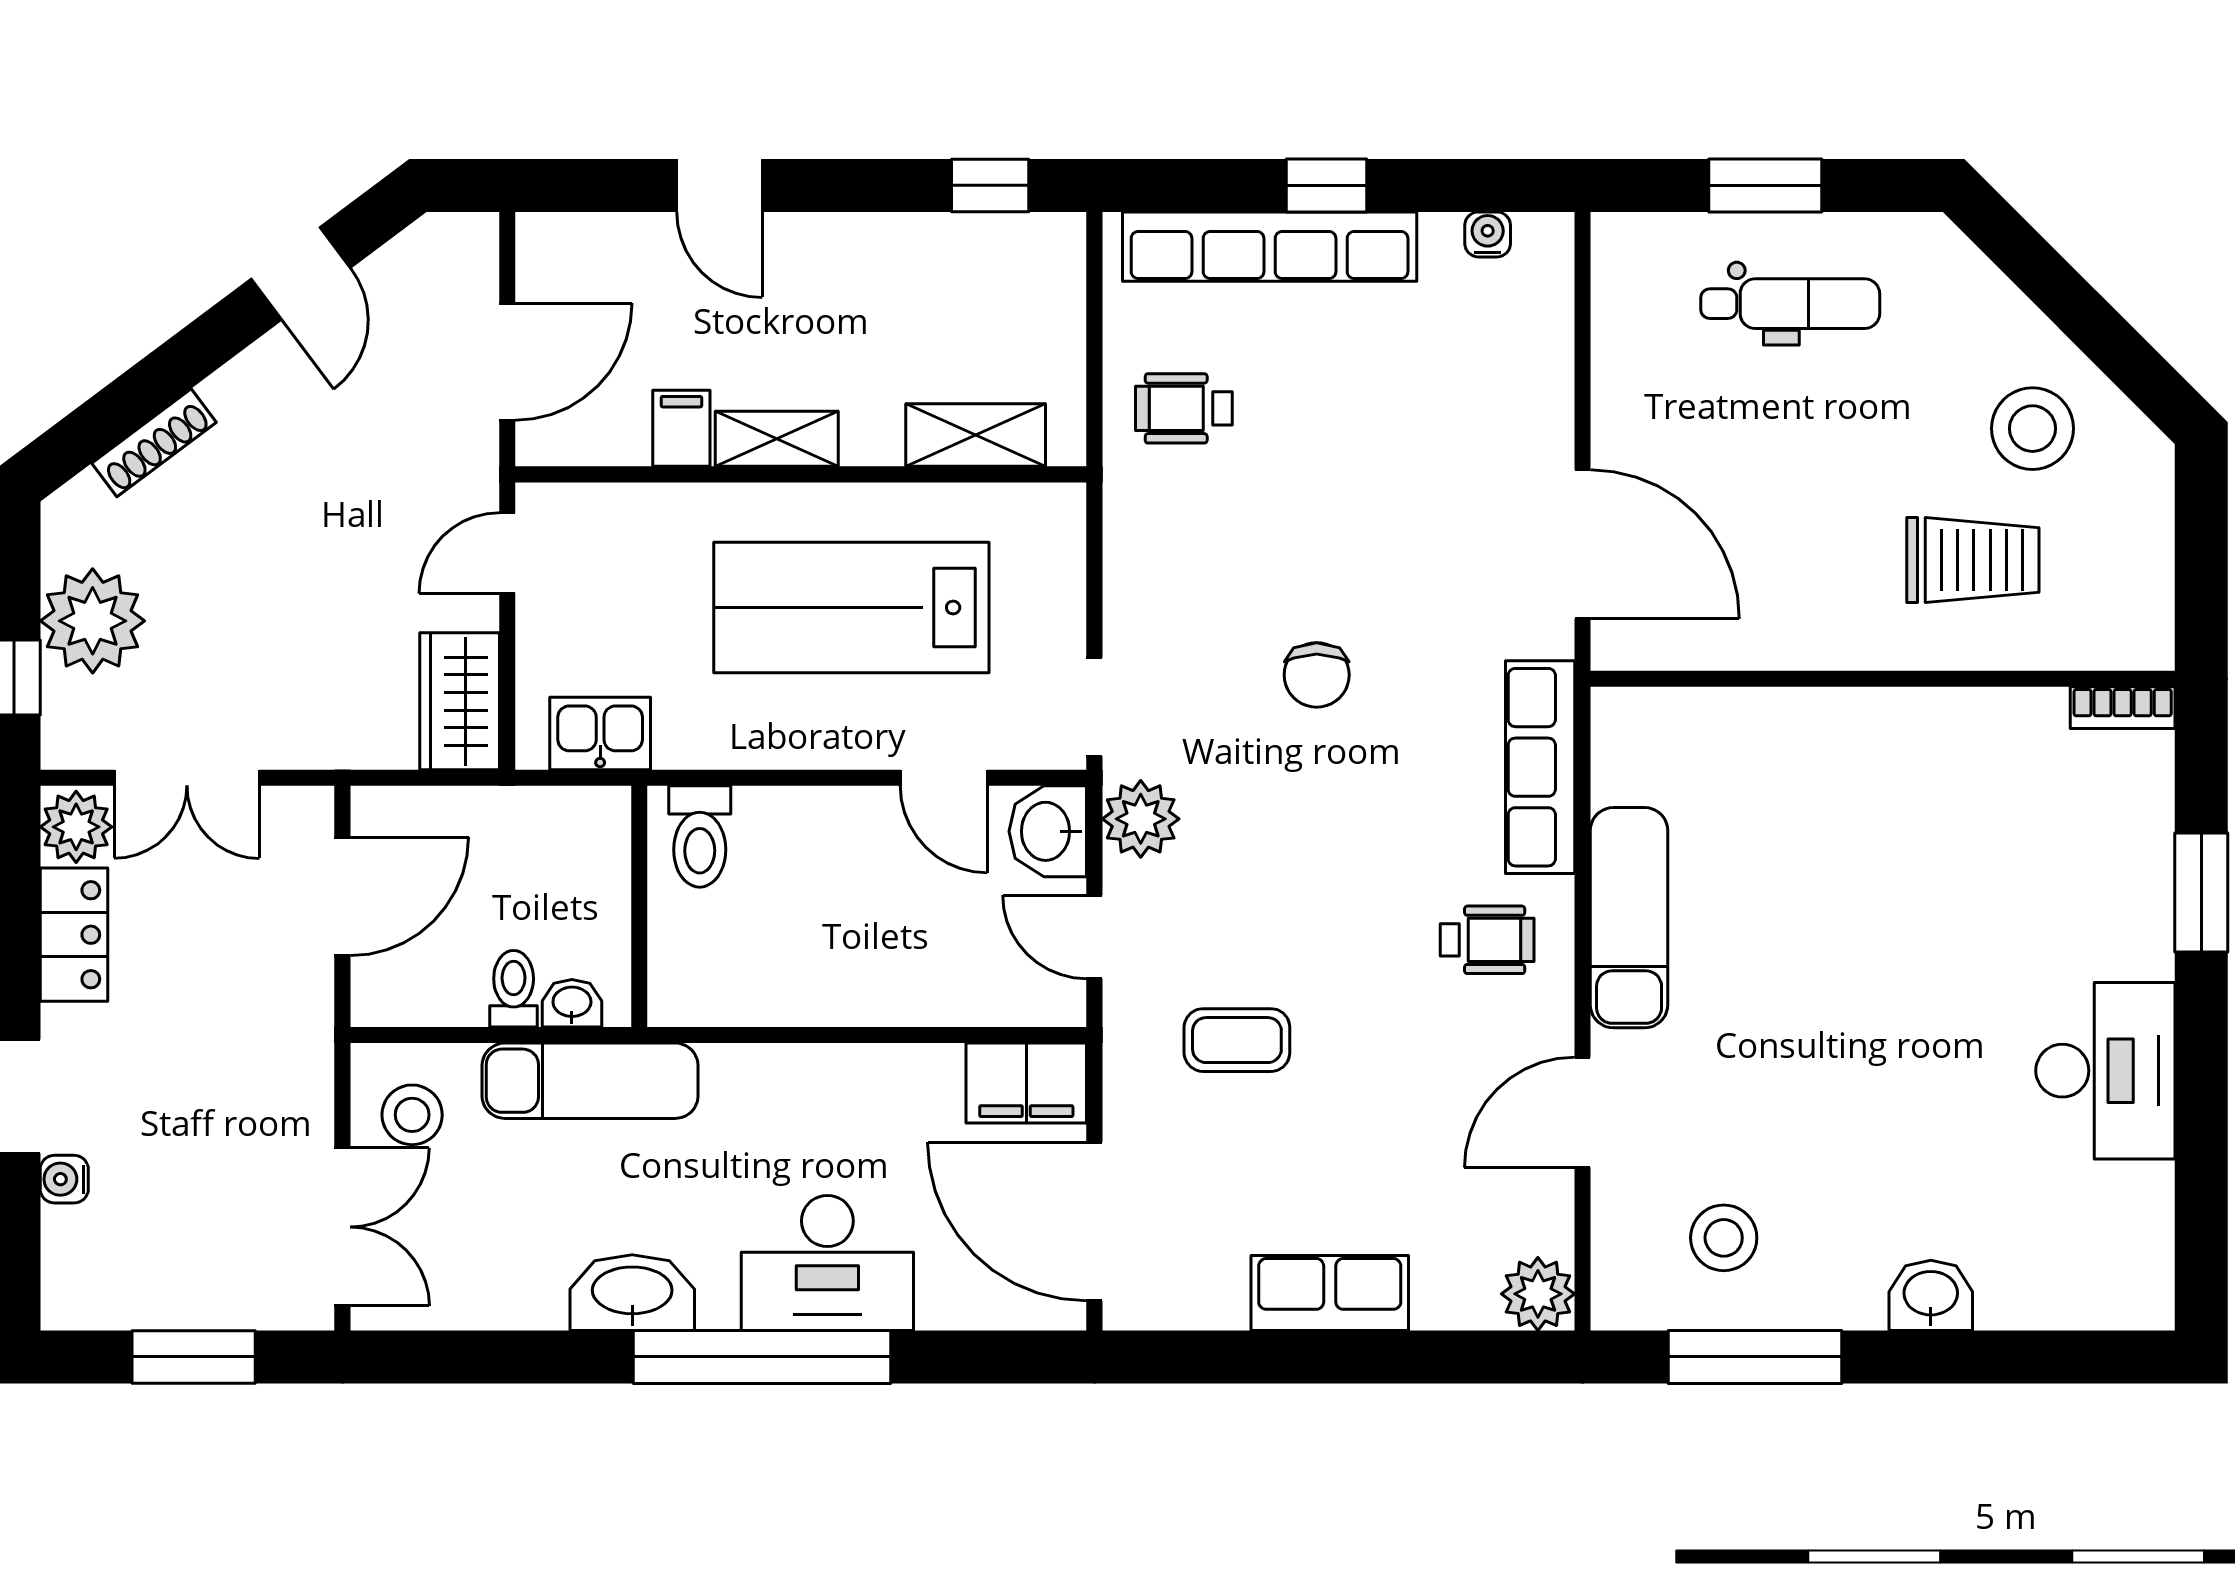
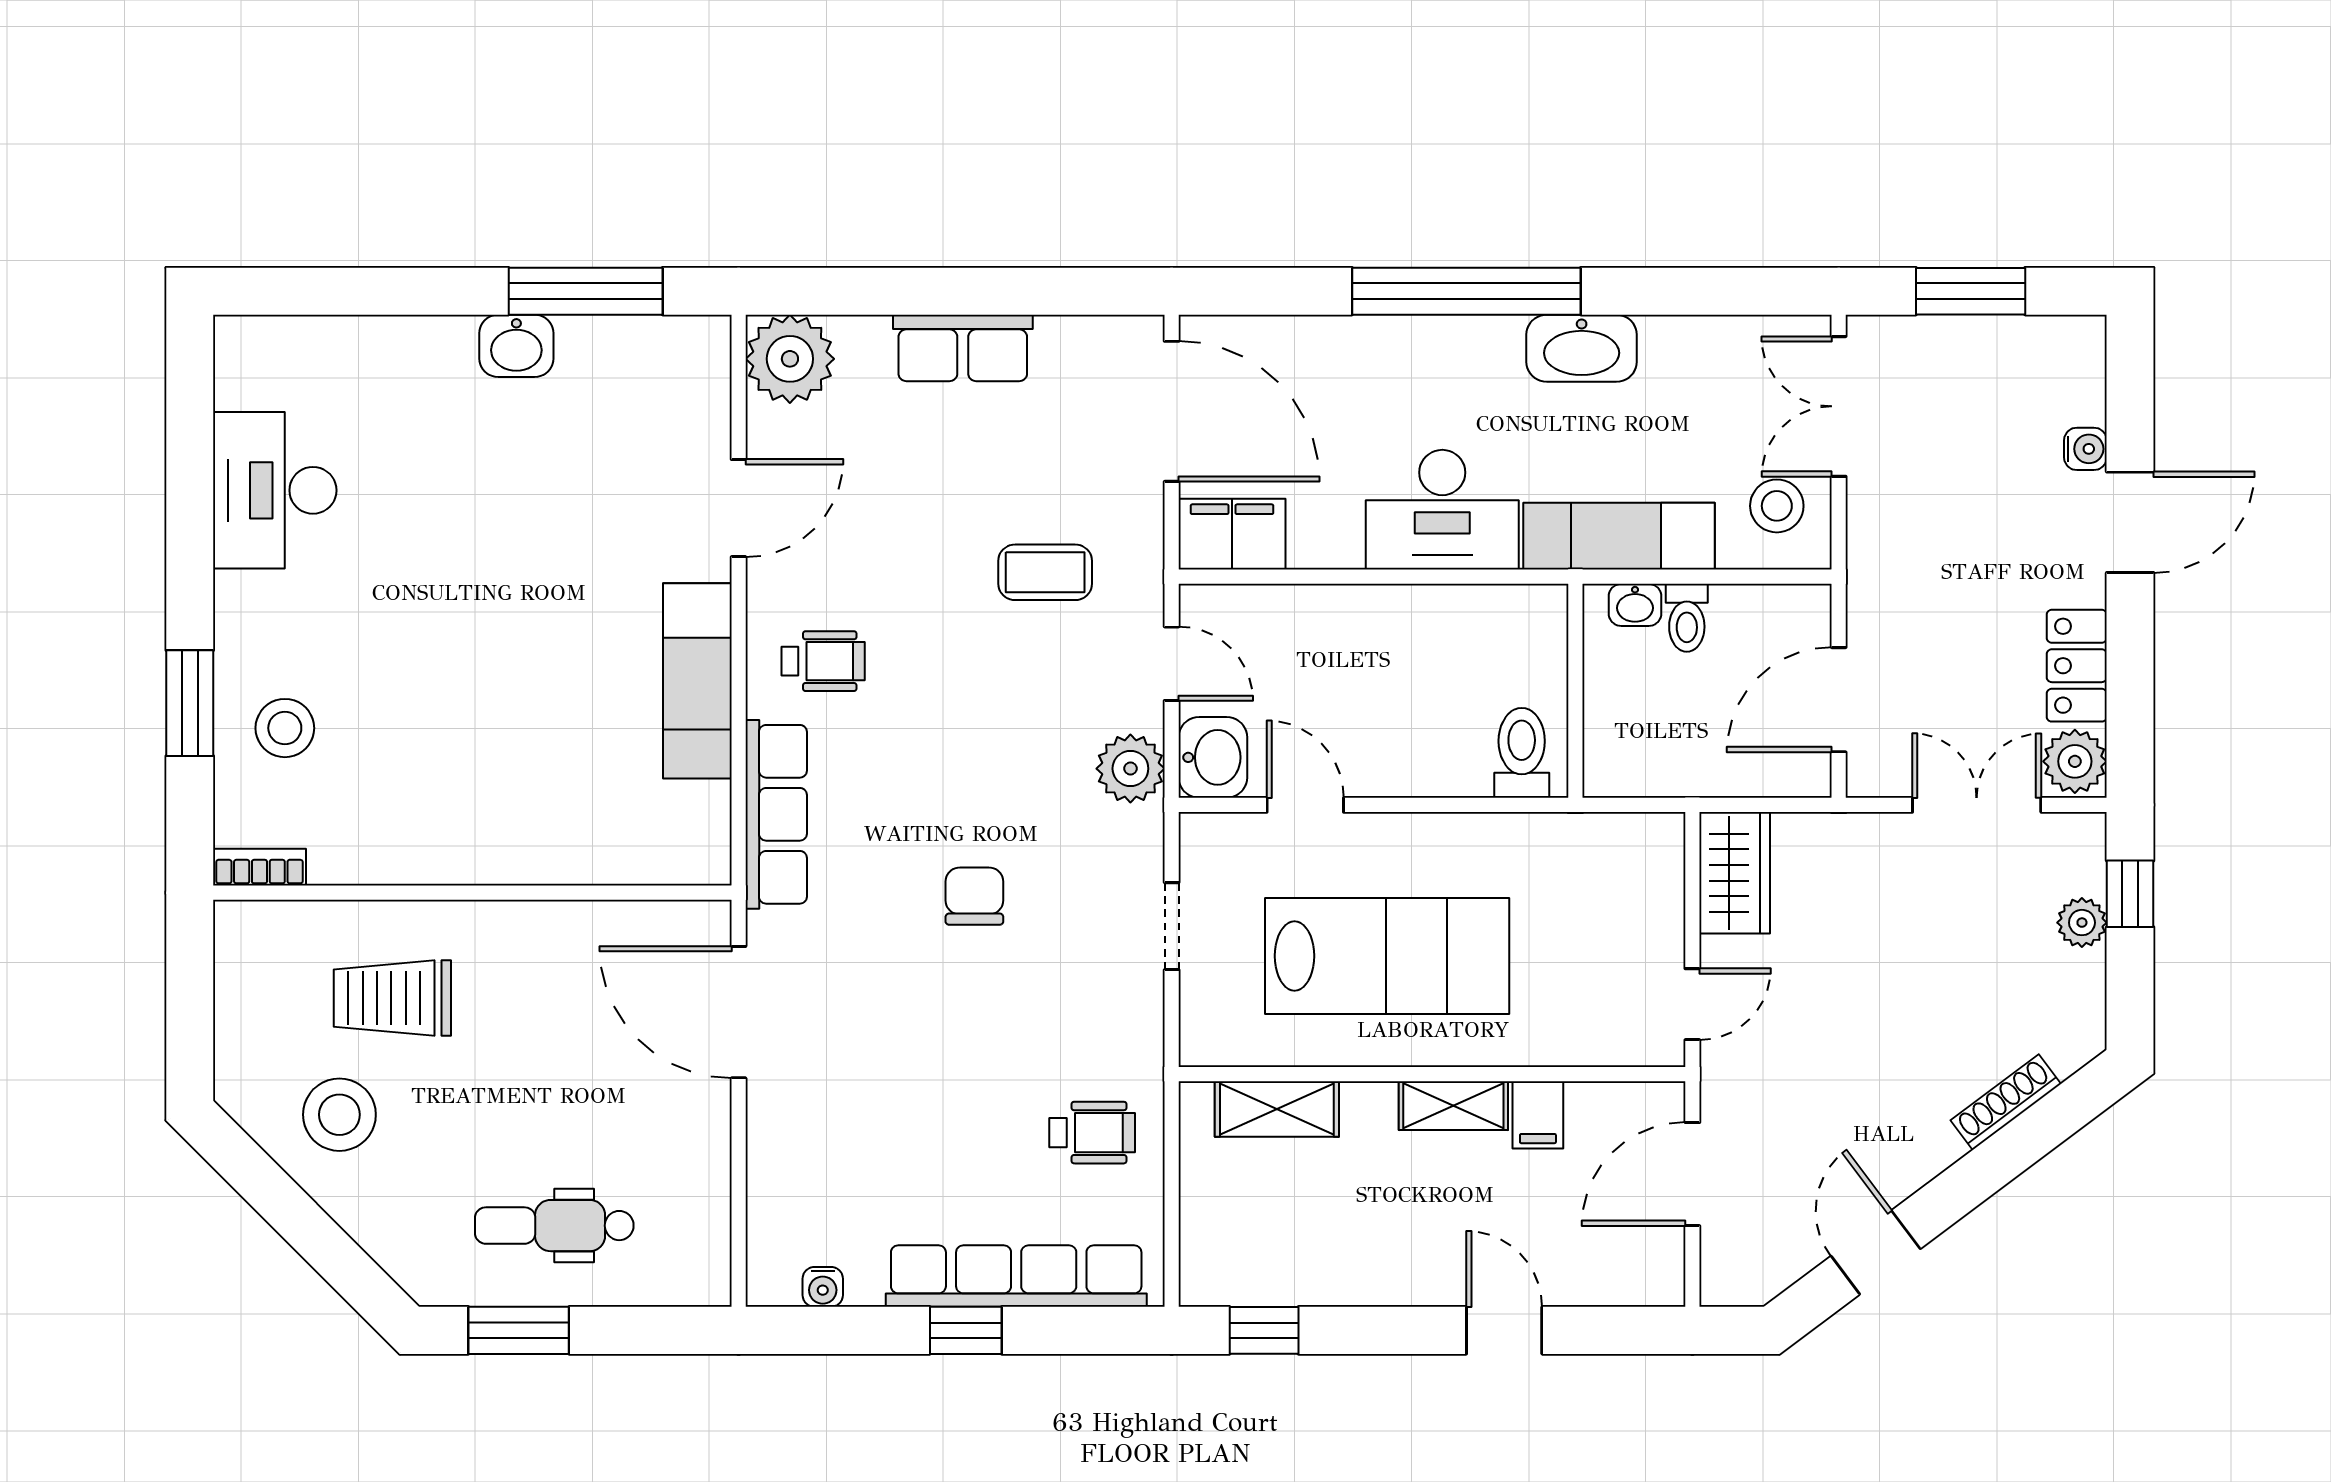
window: (1765, 185) -> (519, 1330), moved
plant: (93, 621) -> (2082, 923), width x0.53, depth x0.53
doorway: (1094, 707) -> (1172, 926), moved
kitchen sink: (600, 733) -> (1610, 844), removed
wheelchair: (1487, 940) -> (823, 661), turned 180
desk: (2105, 1071) -> (275, 490), moved
stool: (1724, 1238) -> (285, 728), moved
desk: (827, 1263) -> (1442, 510), moved, turned 180
plant: (1538, 1294) -> (790, 359), width x1.36, depth x1.36
washbasin: (1931, 1295) -> (516, 346), moved

